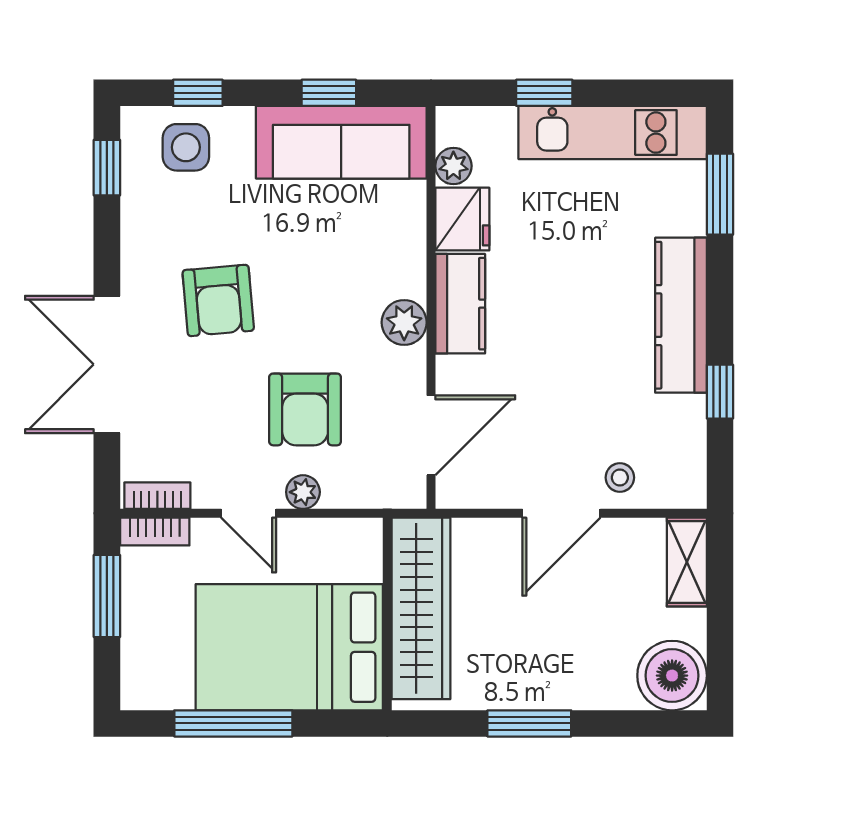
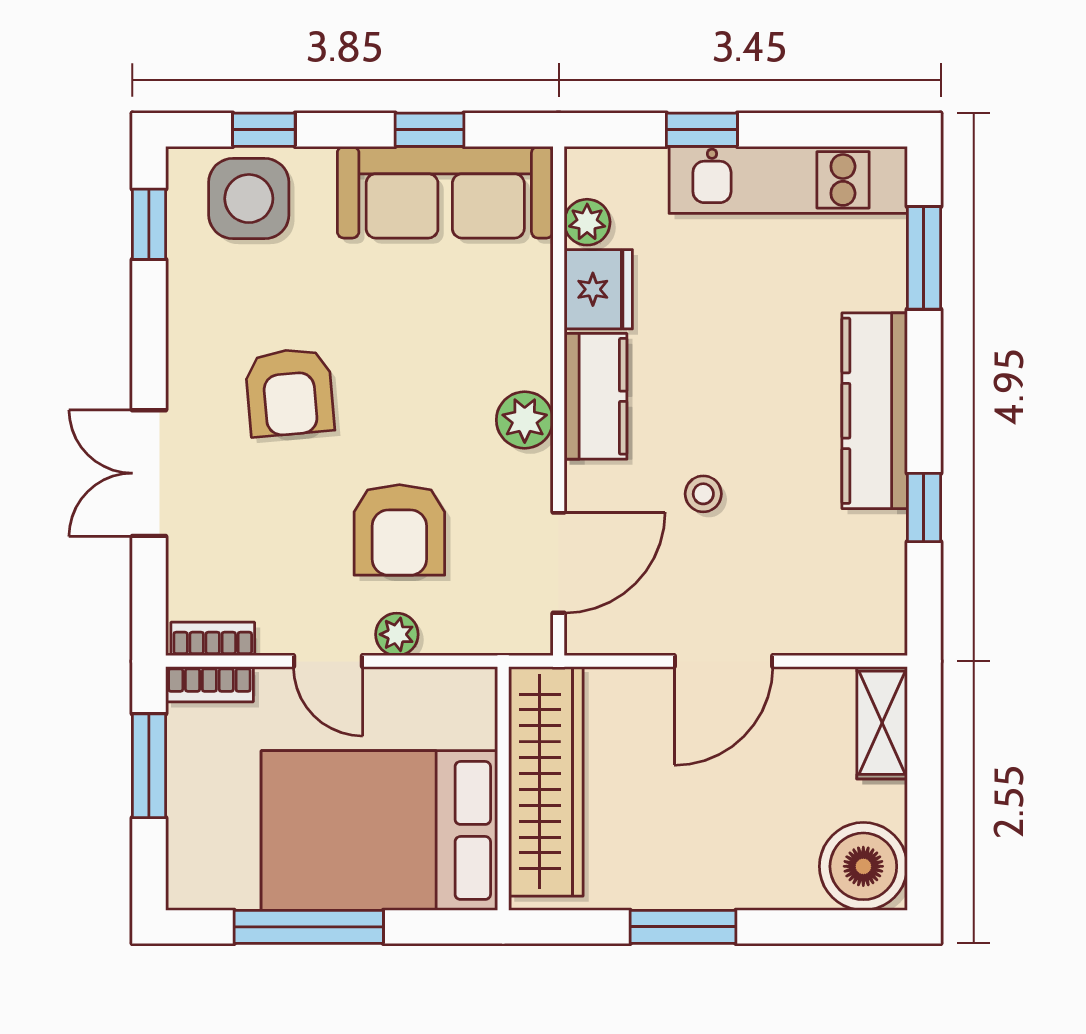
side table: (186, 147) -> (249, 199), width x1.37, depth x1.37
double door: (107, 364) -> (149, 473), width x0.73
stool: (620, 478) -> (703, 494), moved

